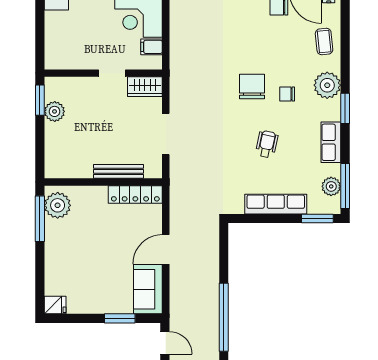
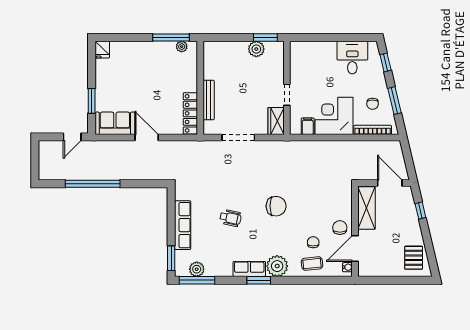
chair: (287, 94) -> (313, 242), moved
row of seats: (331, 142) -> (249, 269), moved
plant: (58, 205) -> (182, 47), width x0.53, depth x0.53

